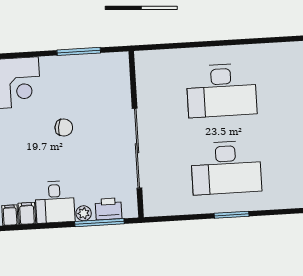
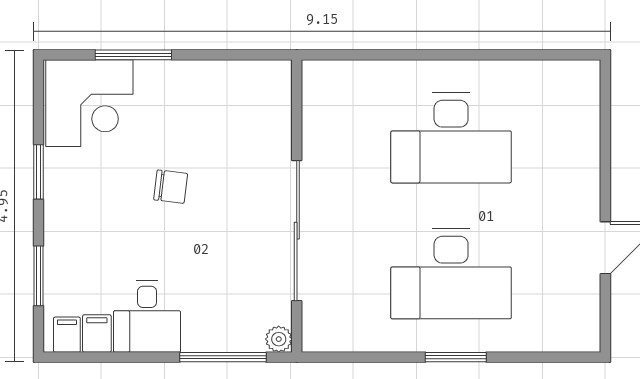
window: (79, 51) -> (133, 55), moved
printer: (109, 209) -> (241, 334), removed
plant: (84, 213) -> (279, 339), moved

